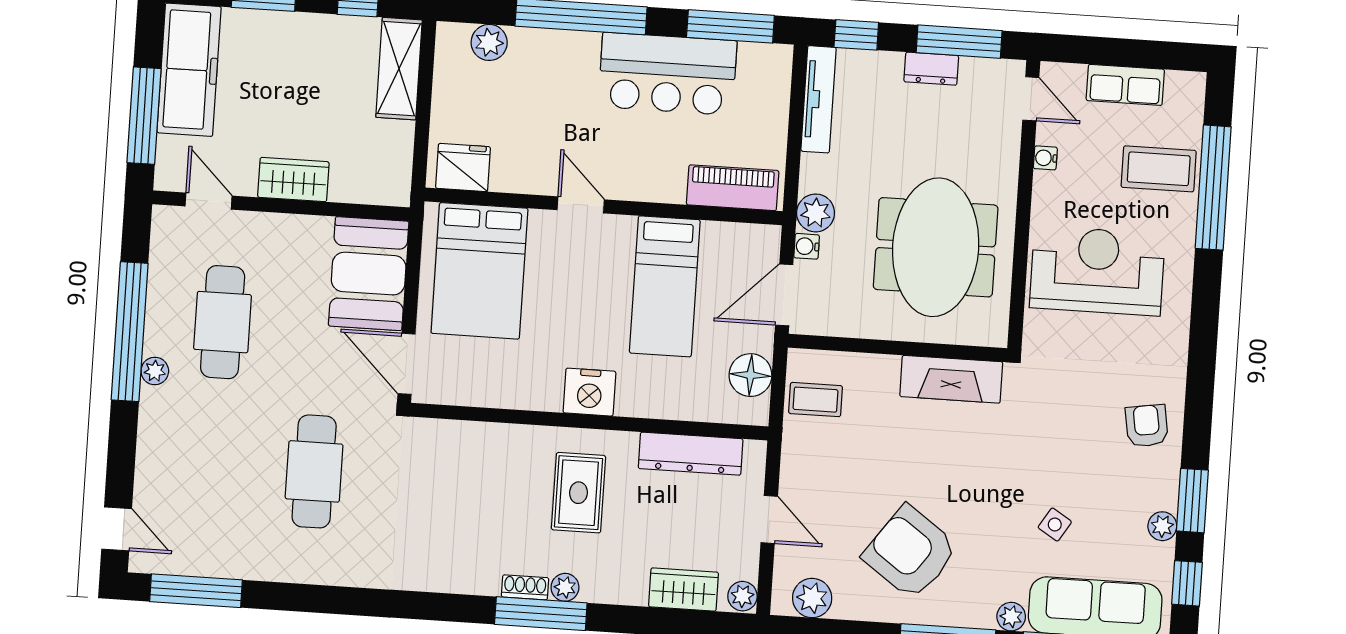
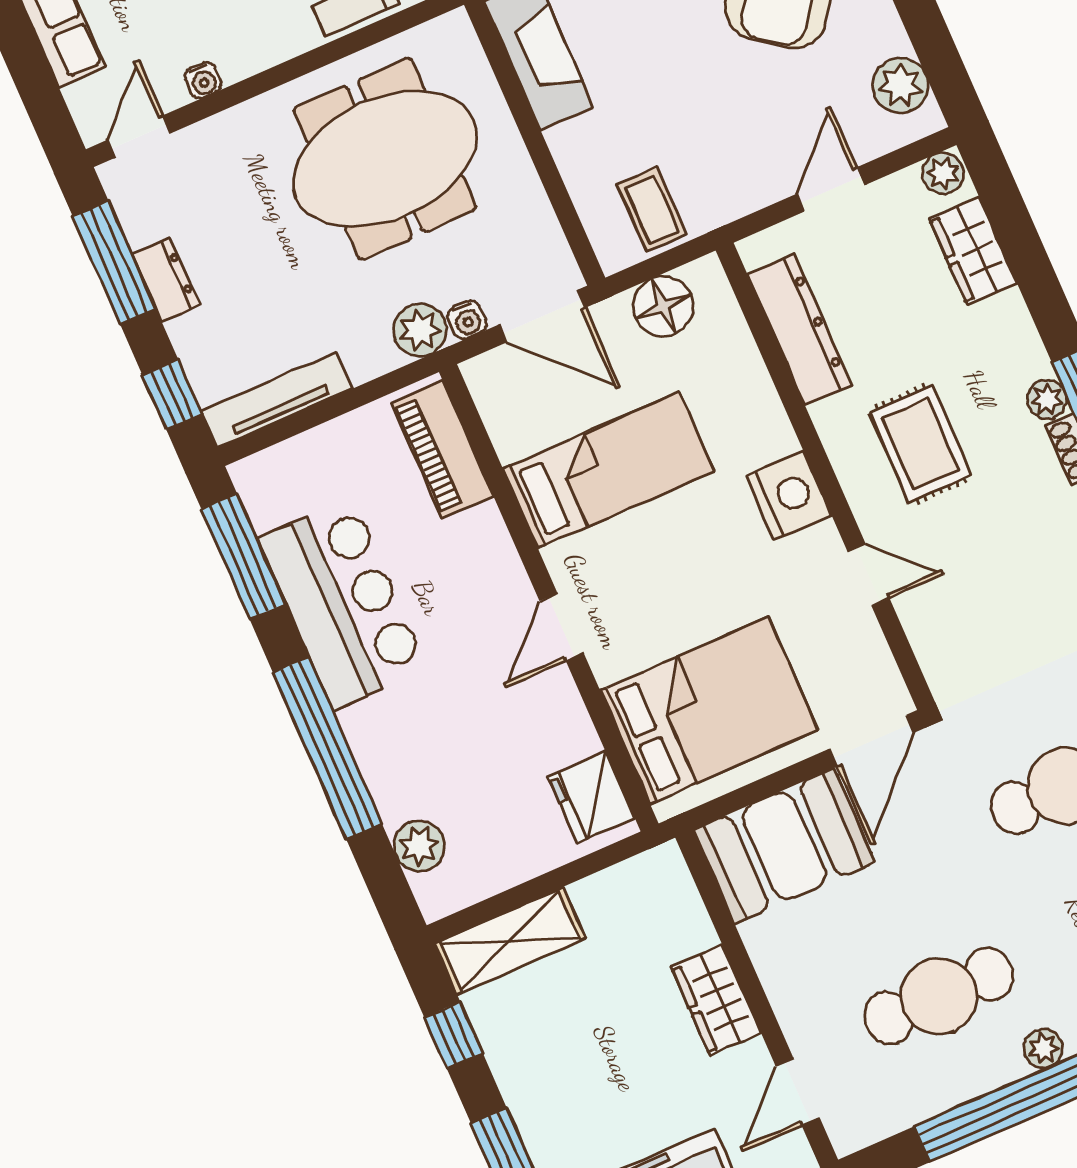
door: (513, 416) -> (869, 575), added
rug: (578, 493) -> (921, 444), turned 90

